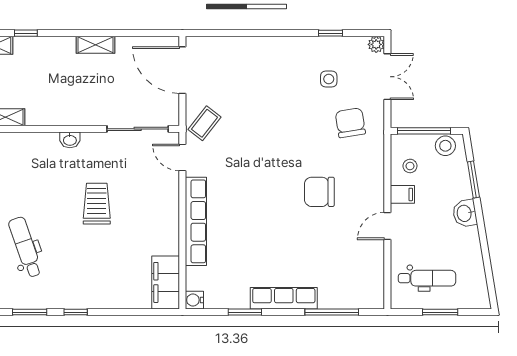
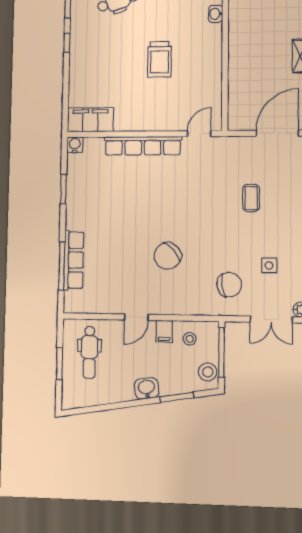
coffee table: (204, 123) -> (251, 198), moved, turned 52
sliding door: (138, 129) -> (225, 94), removed
washbasin: (70, 140) -> (216, 14), moved
chair: (319, 192) -> (167, 256), turned -132
trolley: (97, 204) -> (160, 59), turned 90
door: (387, 226) -> (136, 317), swing flipped
row of seats: (284, 298) -> (74, 260), moved

